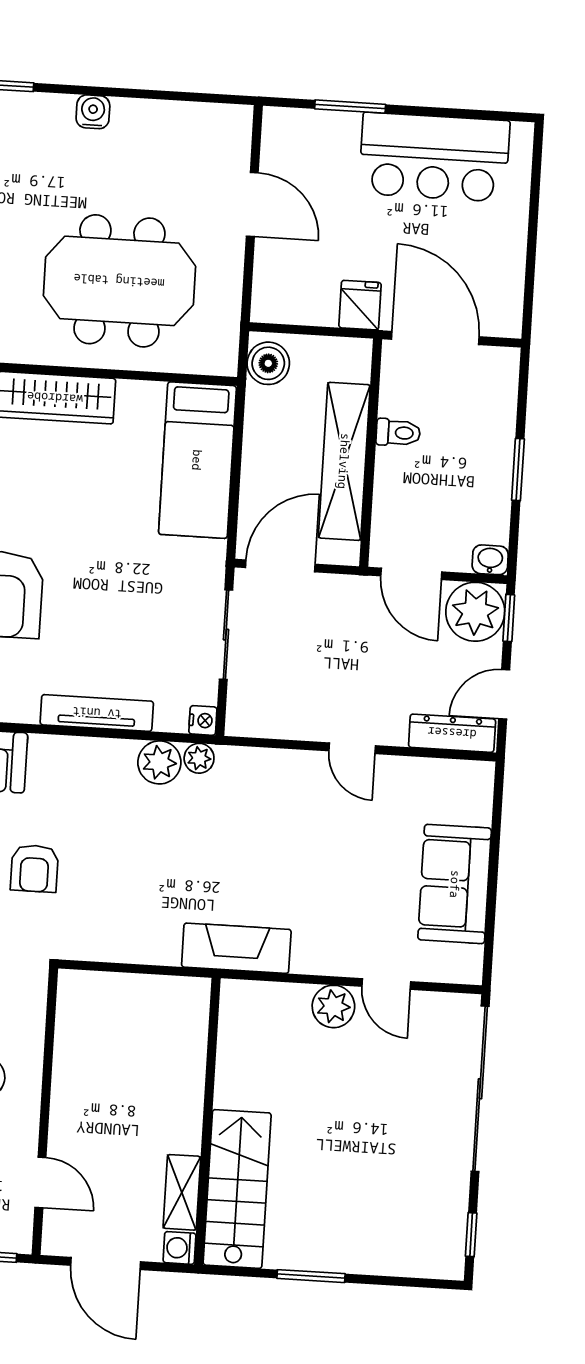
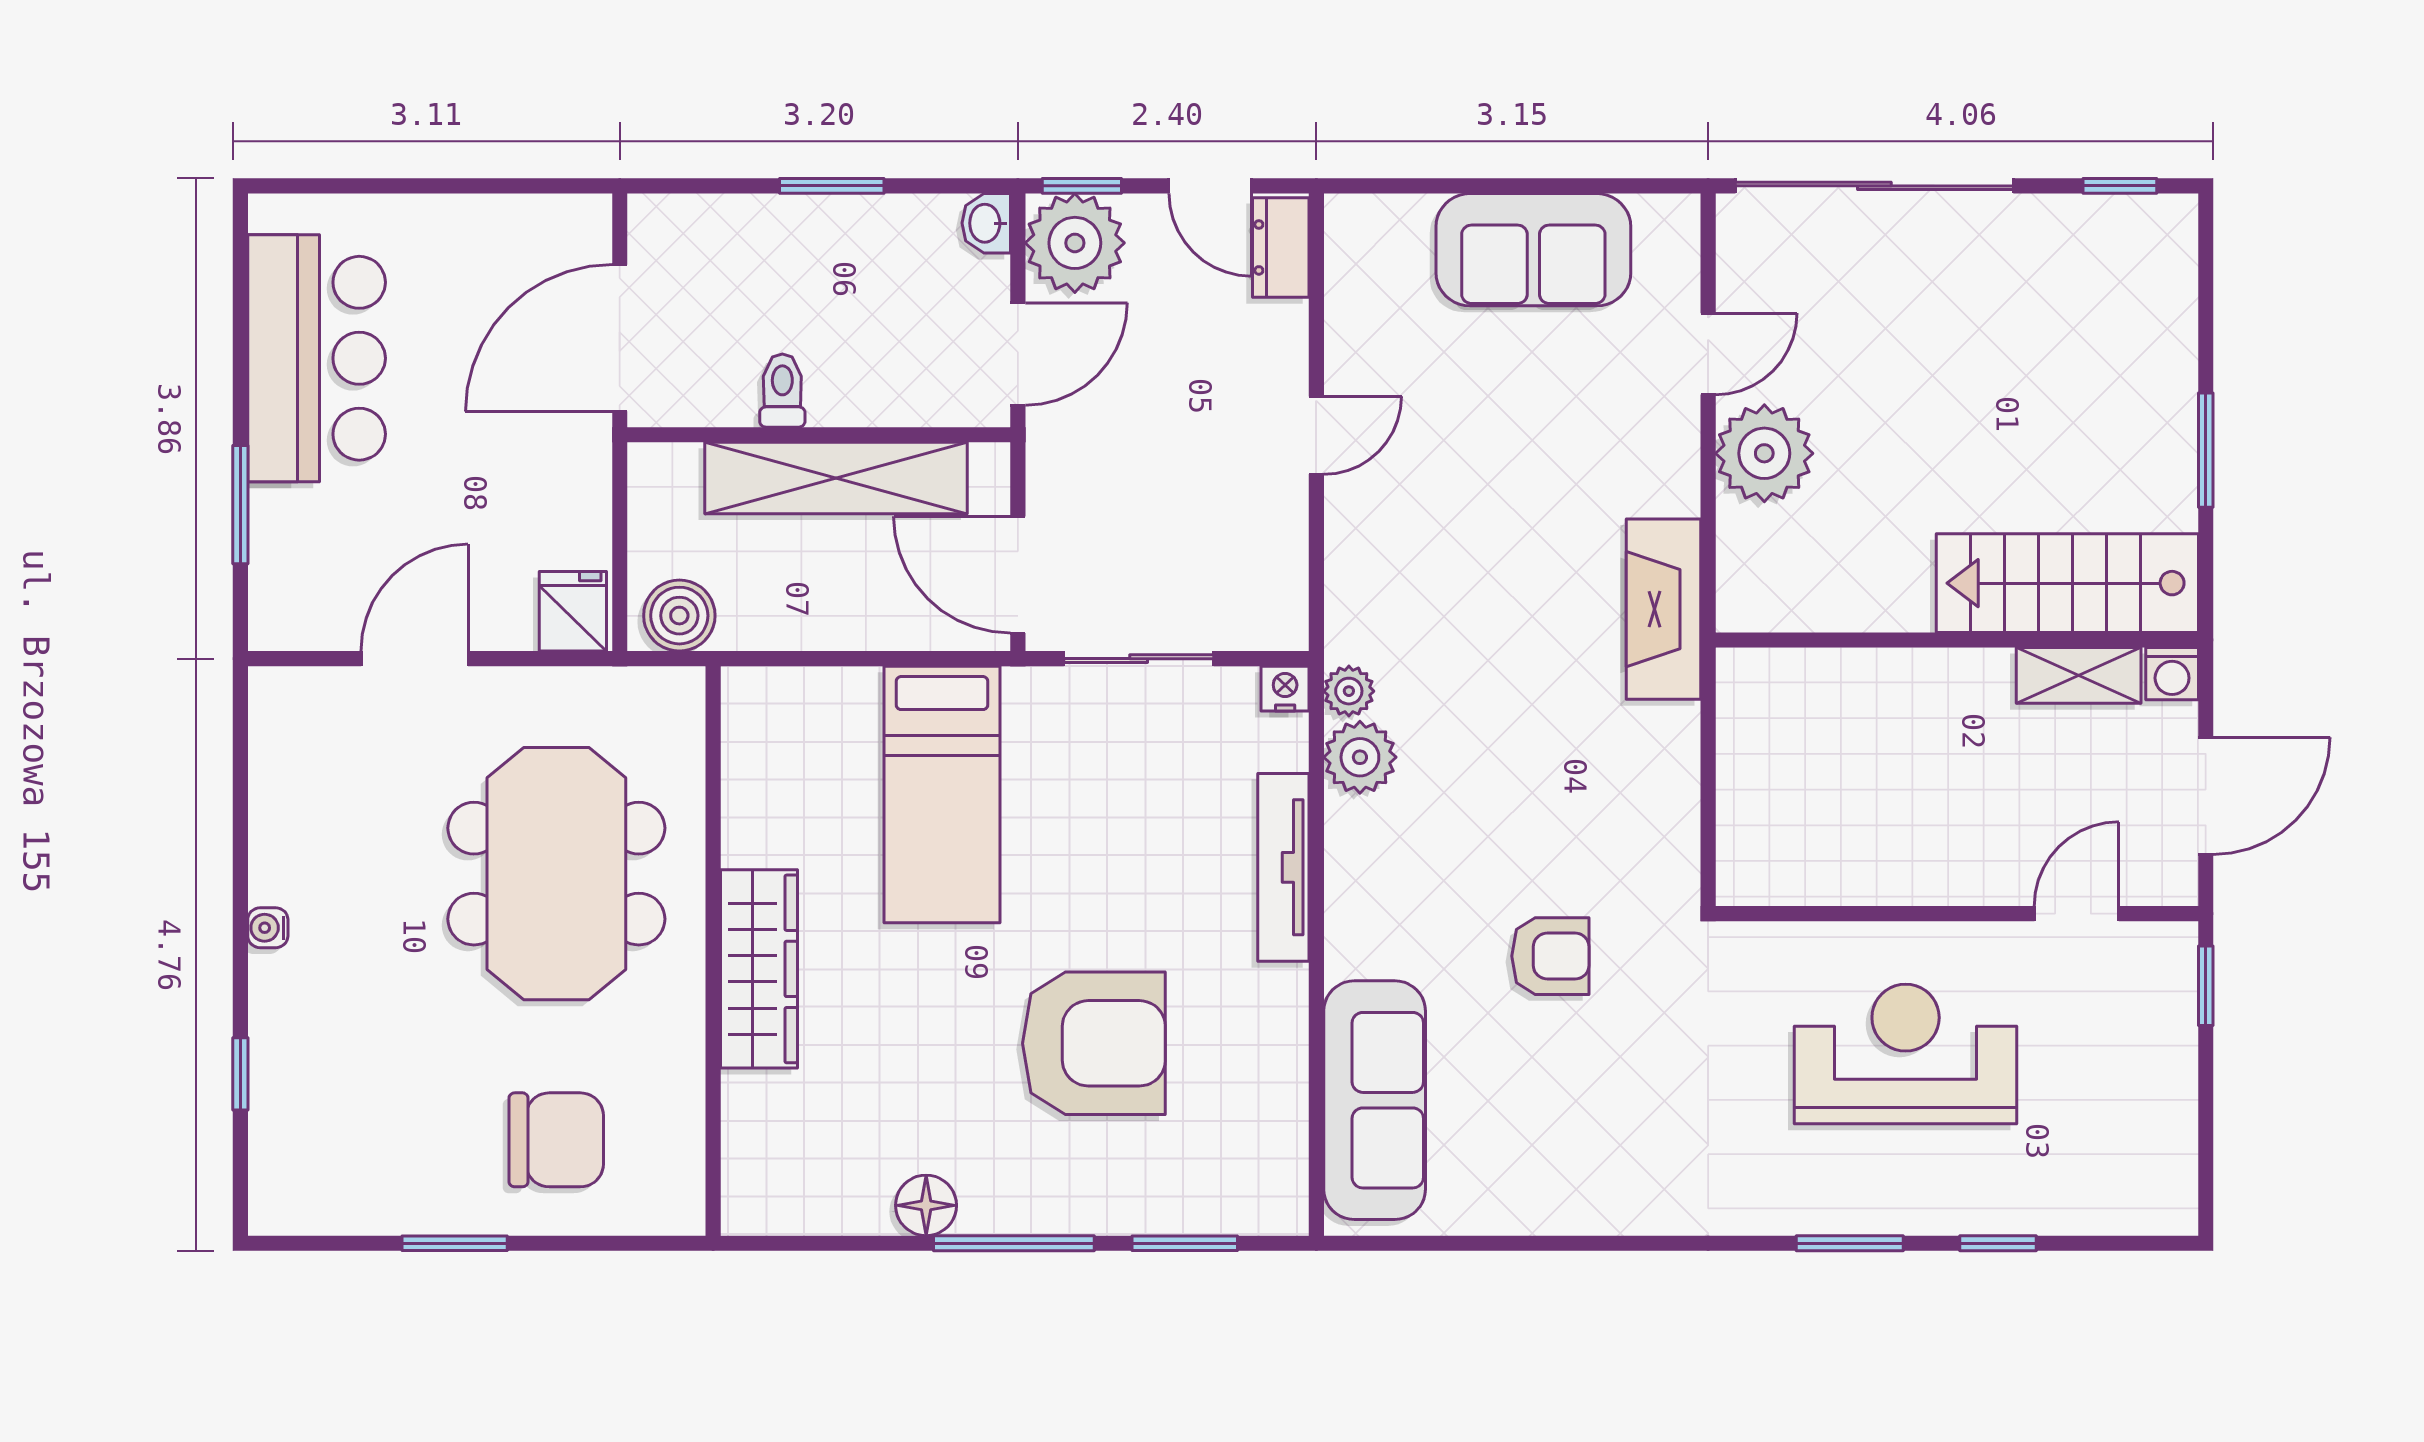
water cooler: (93, 112) -> (268, 928), width x0.72, depth x0.72
fridge: (360, 305) -> (573, 611), moved, turned 90
bed: (197, 460) -> (942, 795), moved, turned 90
dresser: (452, 733) -> (1281, 247), width x0.70
plant: (333, 1006) -> (1764, 453), width x1.36, depth x1.36

